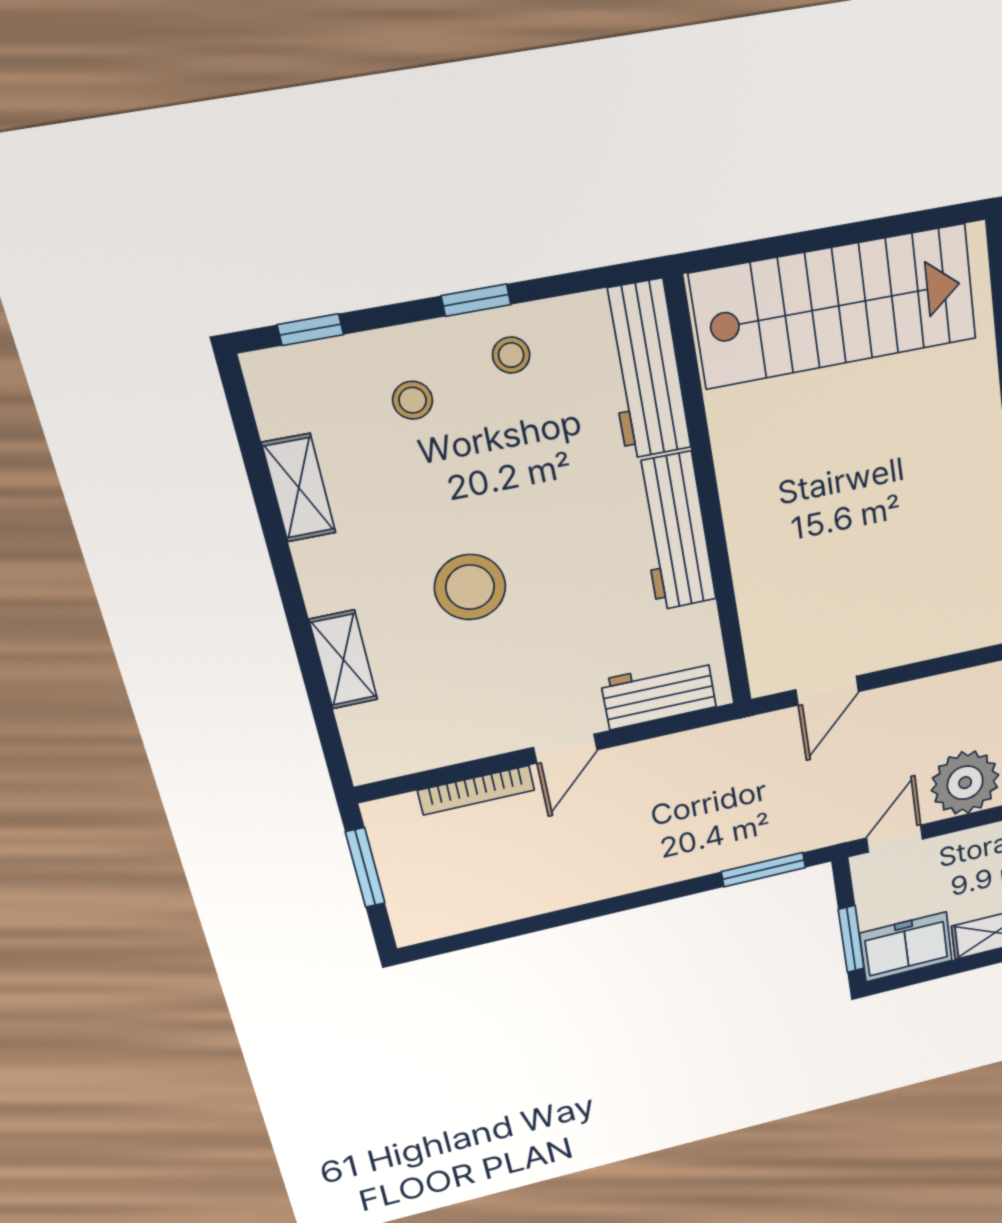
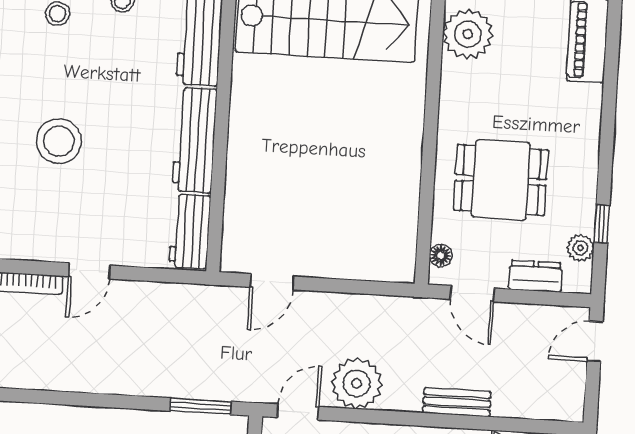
workbench: (659, 693) -> (190, 231), moved, turned -90

